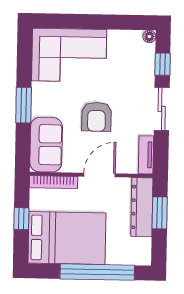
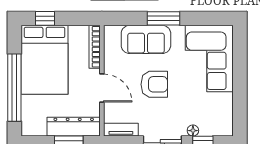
floor lamp: (149, 37) -> (193, 131), moved
armchair: (96, 117) -> (154, 84), turned 180
sofa: (46, 145) -> (146, 39), moved
window: (21, 219) -> (45, 18), moved

